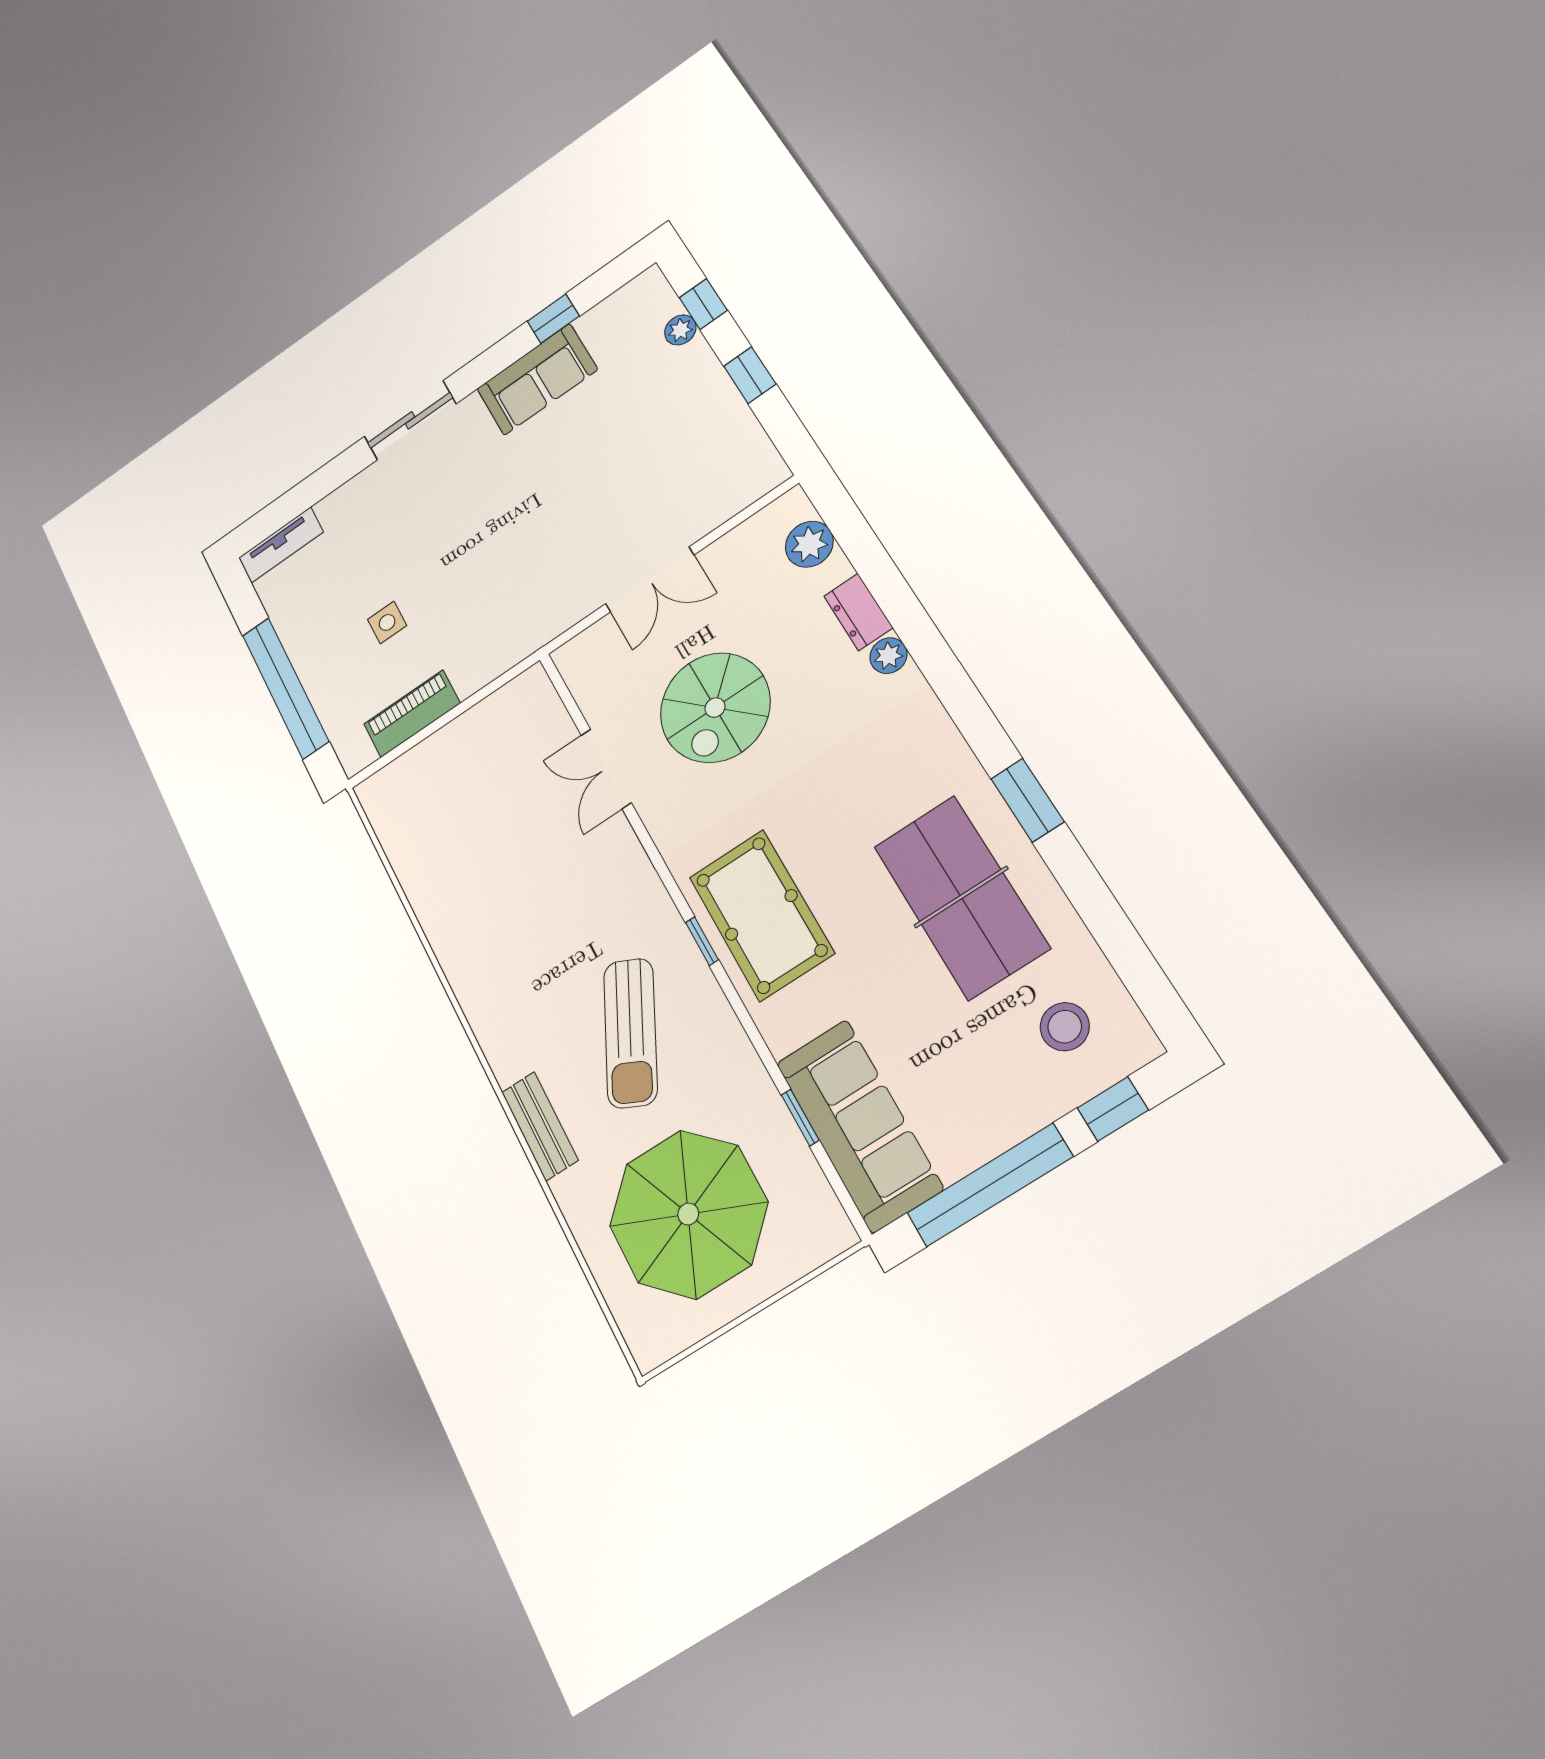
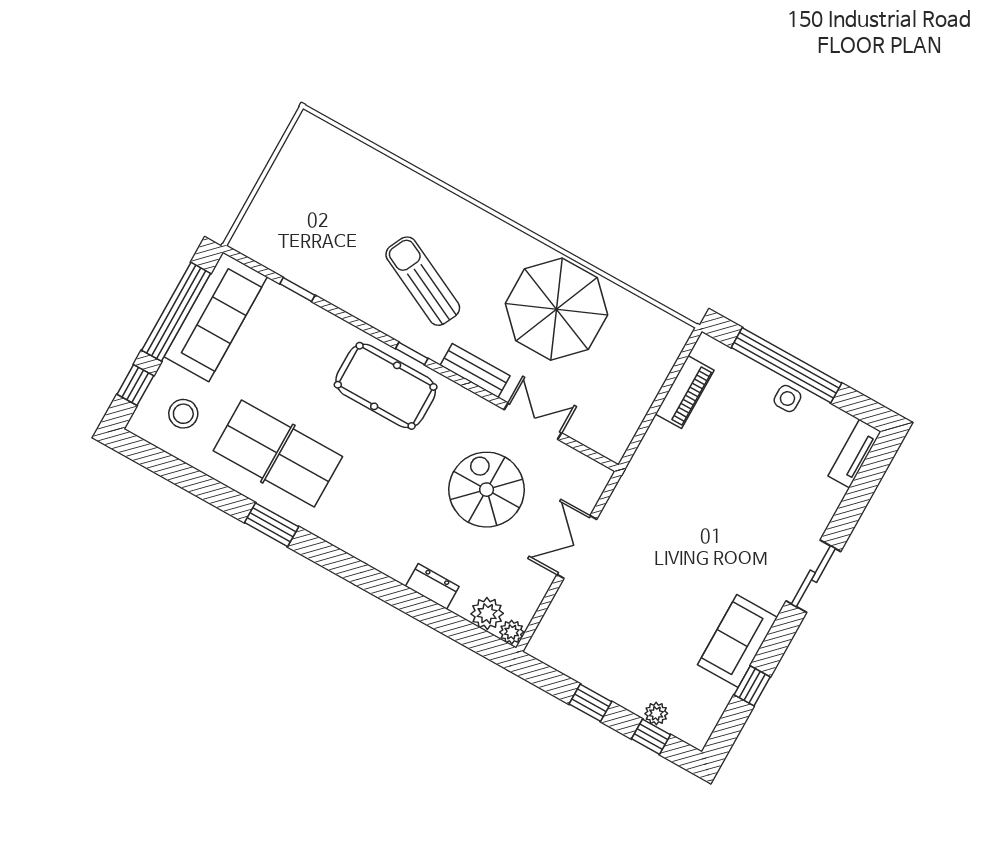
side table: (387, 622) -> (787, 399), moved
plant: (888, 656) -> (512, 632), moved
sofa: (859, 1125) -> (216, 317), moved, turned -90
bench: (540, 1126) -> (475, 371), moved
parasol: (688, 1214) -> (556, 309), moved

